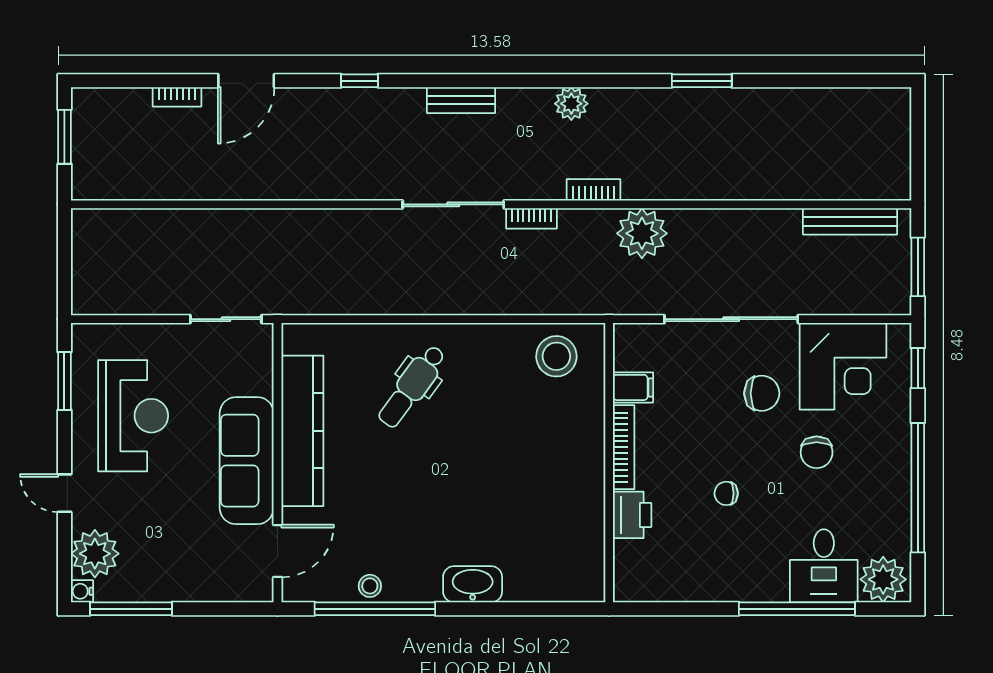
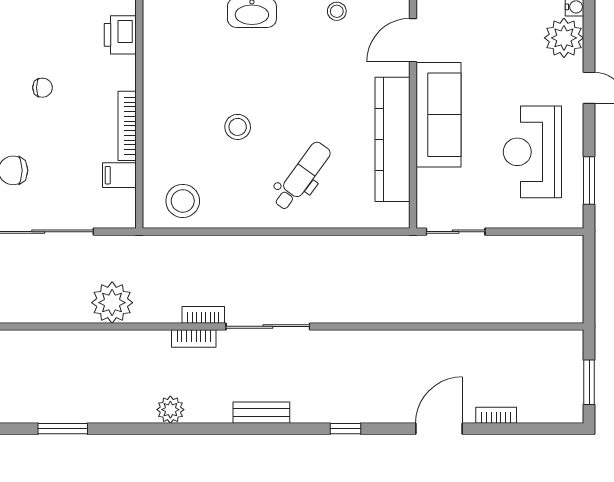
bookcase: (593, 190) -> (194, 338), moved
stool: (490, 446) -> (238, 127), added
printer: (632, 515) -> (120, 35), moved

